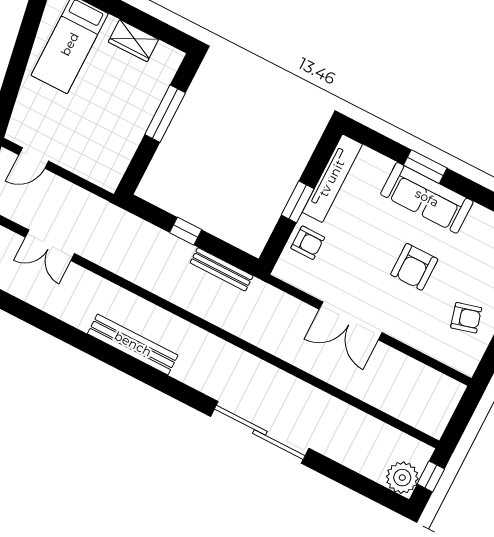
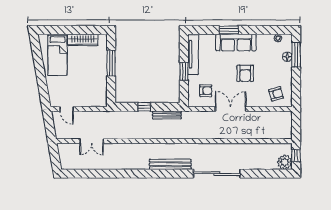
wardrobe: (133, 41) -> (83, 40), width x1.50
door: (34, 158) -> (67, 109), hinge flipped
armchair: (308, 243) -> (206, 91), moved
armchair: (466, 318) -> (276, 94), moved
double door: (351, 321) -> (231, 109), swing flipped
bench: (133, 344) -> (170, 164), moved

